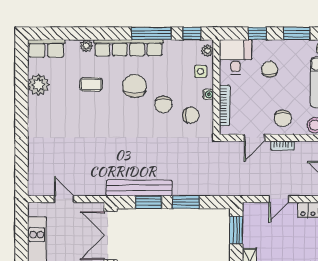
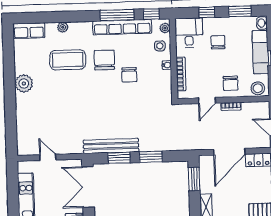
row of seats: (128, 48) -> (122, 27), moved
coffee table: (91, 84) -> (68, 60), width x1.86, depth x1.72
plant: (38, 85) -> (24, 83), moved
chair: (191, 115) -> (153, 83), removed
door: (279, 199) -> (229, 152), width x1.87

